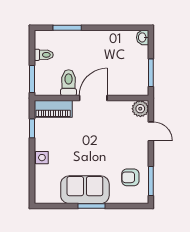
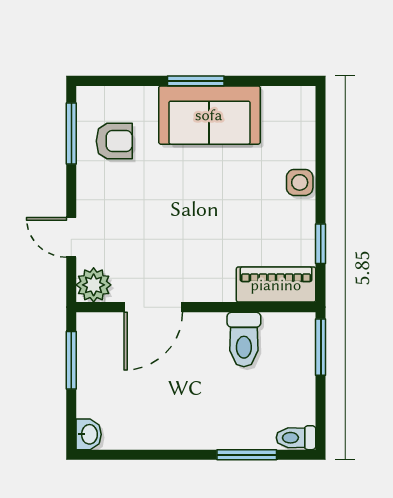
toilet: (44, 55) -> (296, 438), moved
door: (93, 98) -> (153, 307), moved

